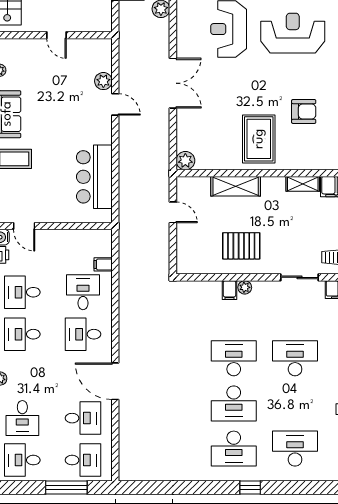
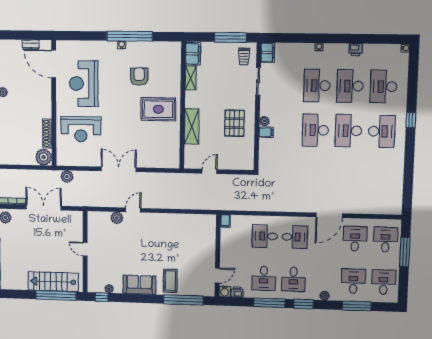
door: (57, 35) -> (85, 249), swing flipped
plant: (185, 161) -> (173, 162), removed
bar counter: (94, 177) -> (184, 226), removed
filing cabinet: (103, 264) -> (225, 221), moved
desk: (83, 334) -> (295, 237), turned -90
desk: (234, 403) -> (348, 131), turned 180
desk: (295, 403) -> (350, 86), added
desk: (22, 418) -> (353, 281), turned -90
desk: (22, 460) -> (384, 282), turned 180

